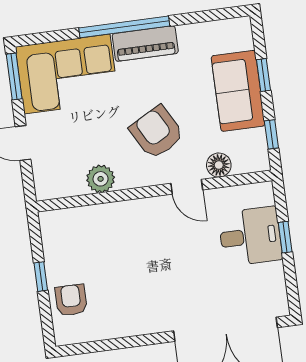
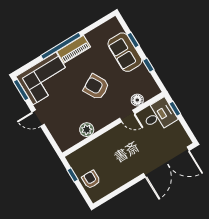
floor lamp: (219, 165) -> (137, 100), moved
plant: (101, 179) -> (87, 130), moved
door: (187, 187) -> (127, 116), moved
wall: (154, 191) -> (113, 125), moved

